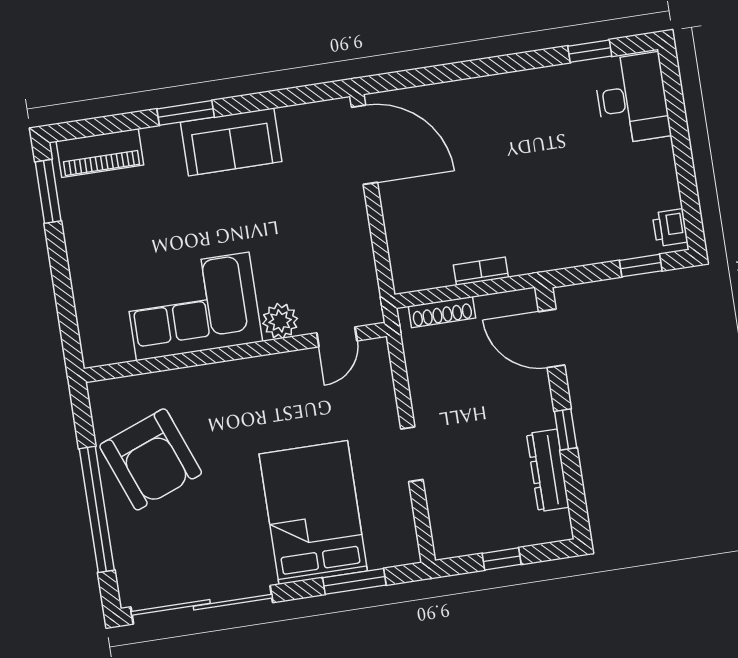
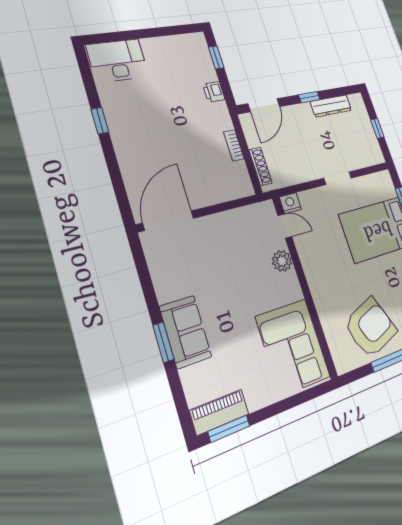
window: (590, 51) -> (100, 121), moved
sofa: (231, 142) -> (185, 332), moved
piano: (100, 153) -> (219, 412), moved, turned -90
printer: (670, 228) -> (214, 92), moved, turned 90
corner sofa: (193, 306) -> (293, 347), moved
nightstand: (375, 354) -> (290, 203), added

